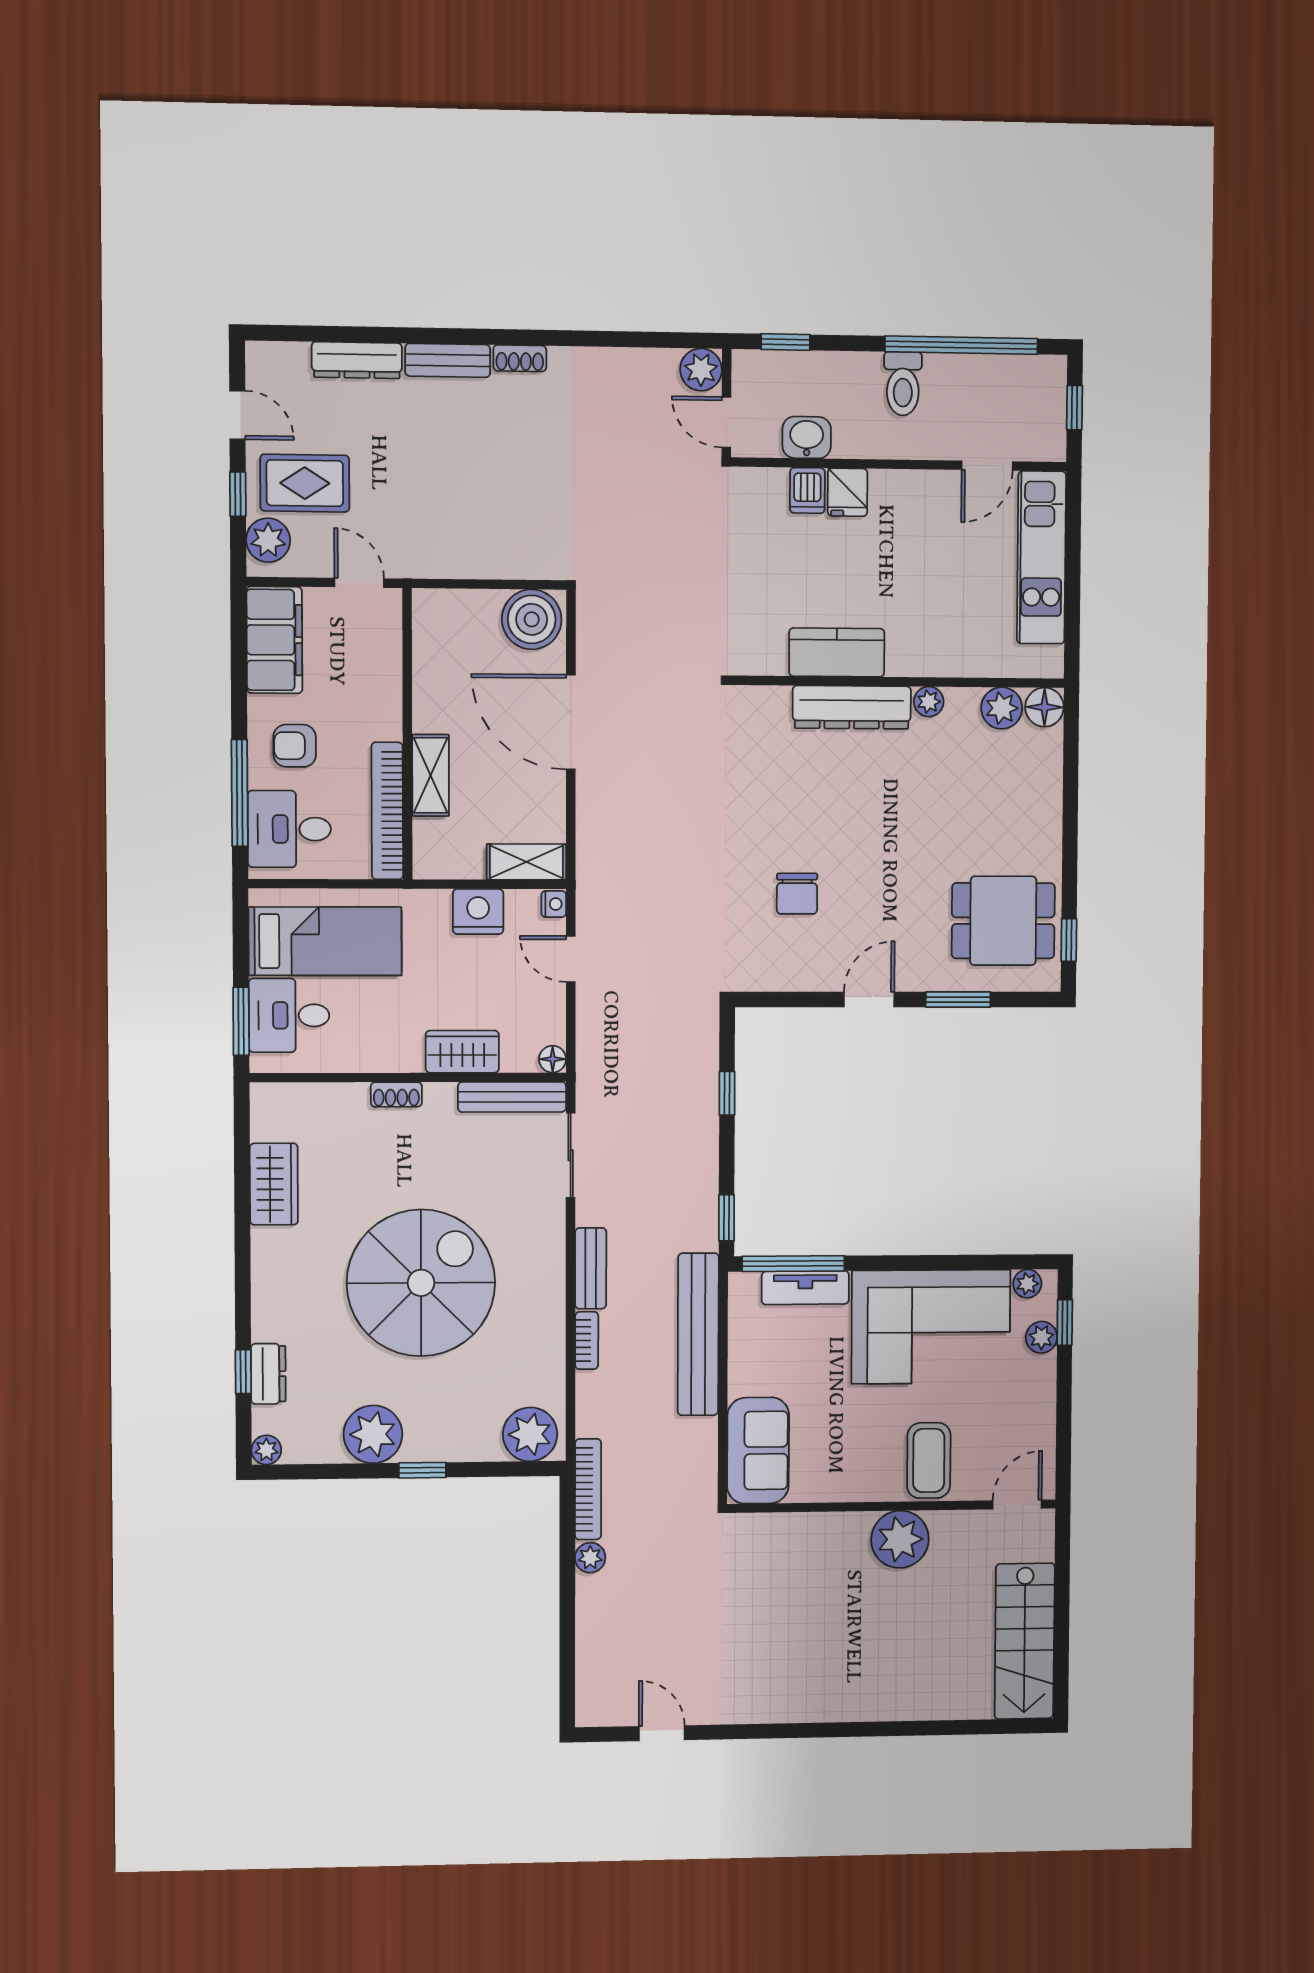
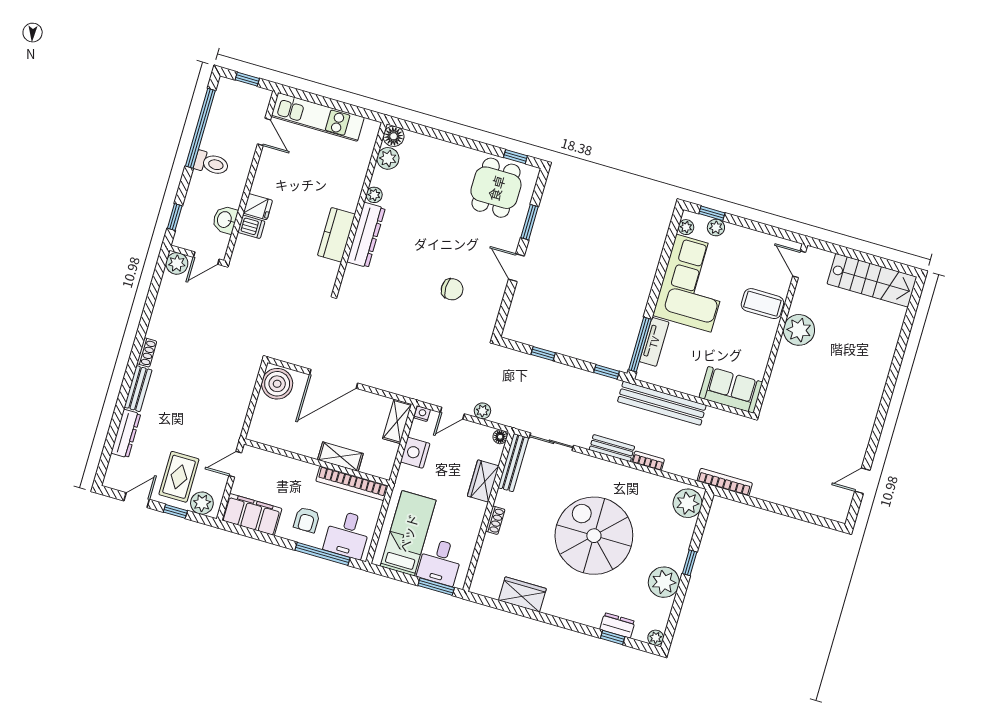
plant: (590, 1558) -> (482, 411), moved

